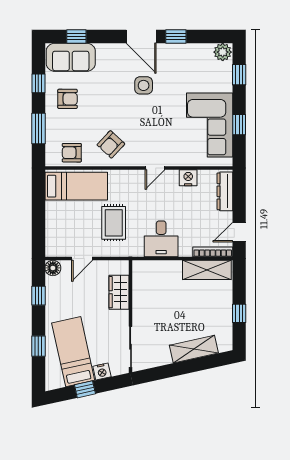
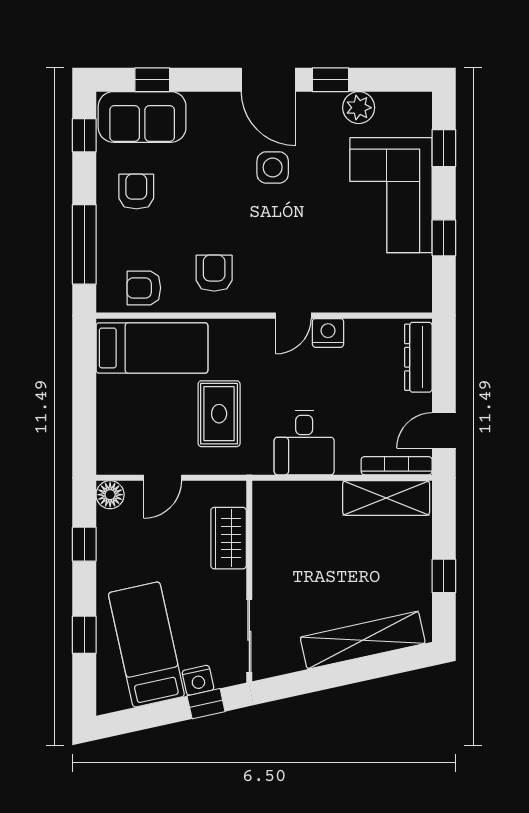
plant: (223, 52) -> (359, 108), moved
window: (38, 83) -> (84, 135), moved
armchair: (67, 99) -> (136, 192), turned -90
corner sofa: (210, 125) -> (391, 195), moved
window: (38, 128) -> (84, 244), width x1.44
armchair: (111, 144) -> (214, 273), turned 137
nightstand: (188, 178) -> (328, 333), moved
shelving: (194, 349) -> (363, 640), width x1.47
window: (85, 389) -> (206, 704), moved

